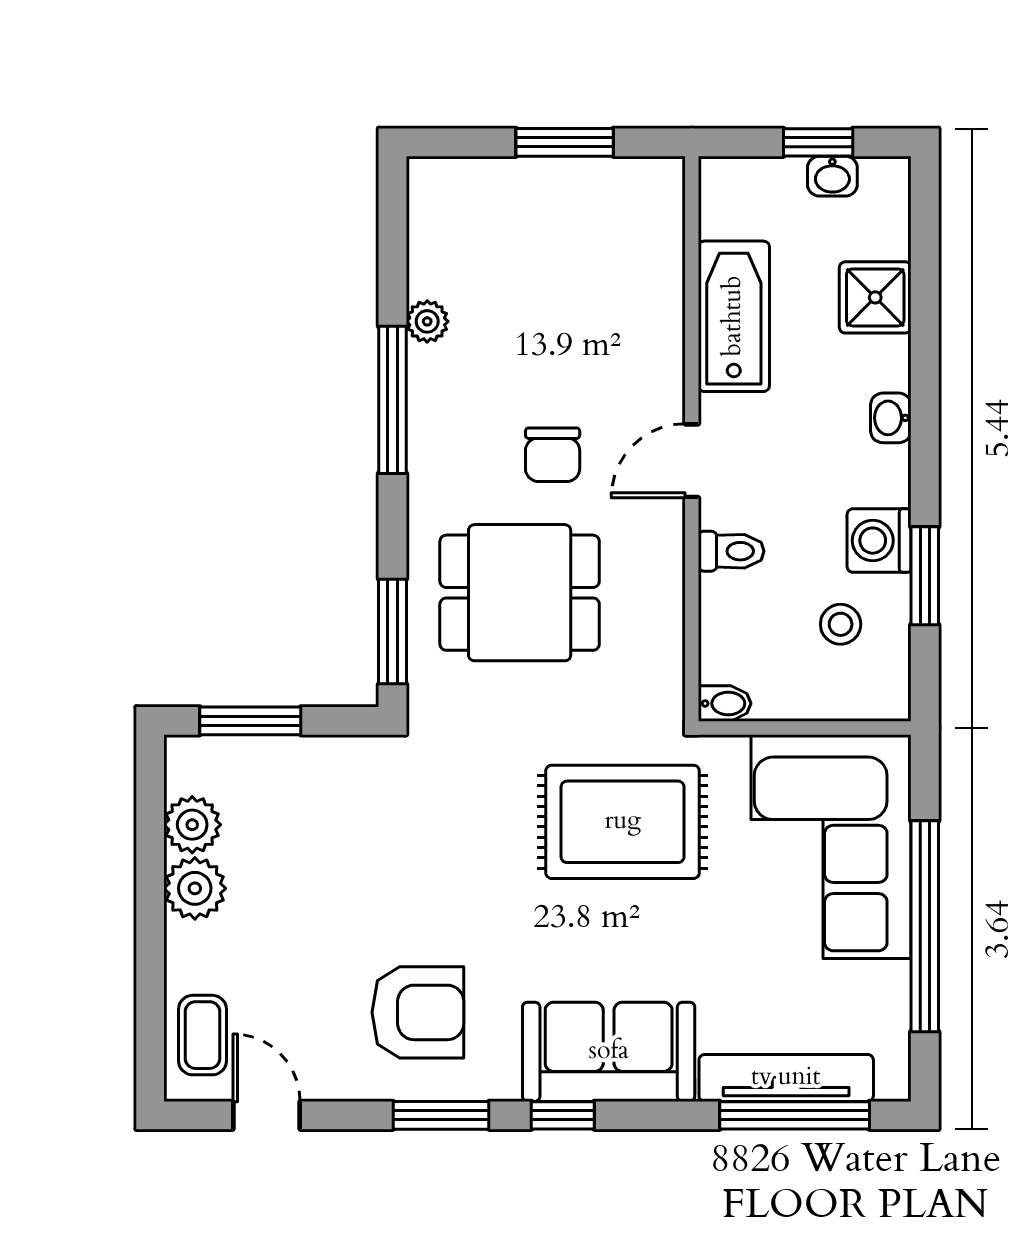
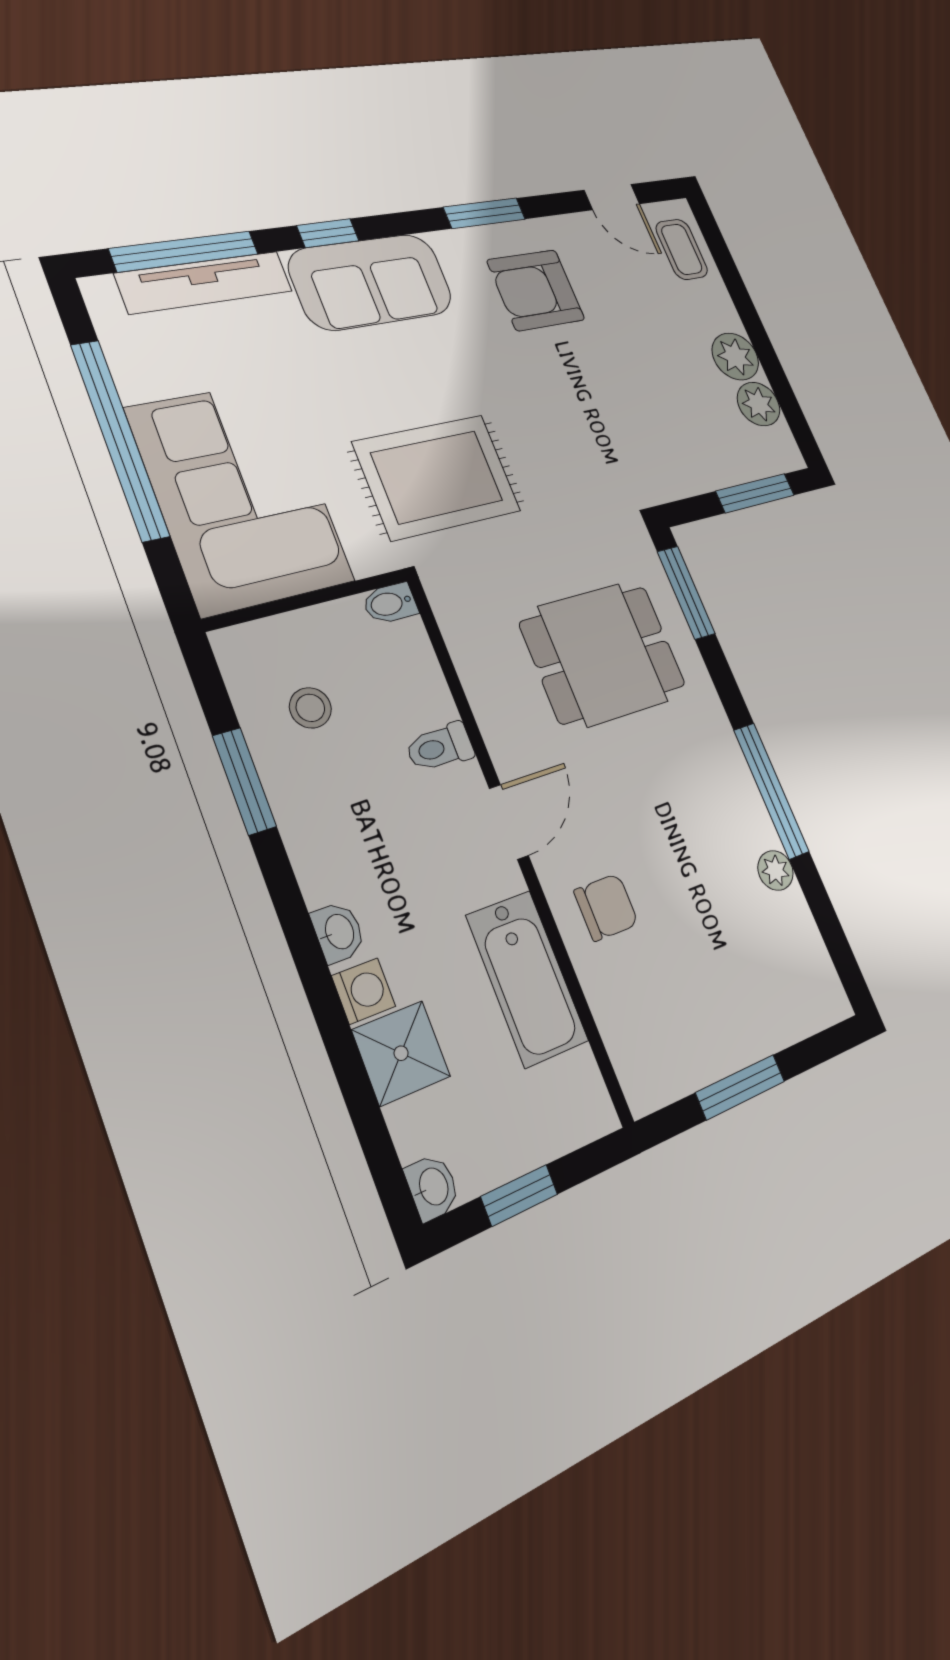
washbasin: (832, 176) -> (433, 1187), moved, turned 90
chair: (553, 455) -> (606, 907), moved, turned 90
washing machine: (879, 541) -> (364, 991), moved, width x0.73, depth x0.73
window: (563, 1115) -> (328, 233), moved

